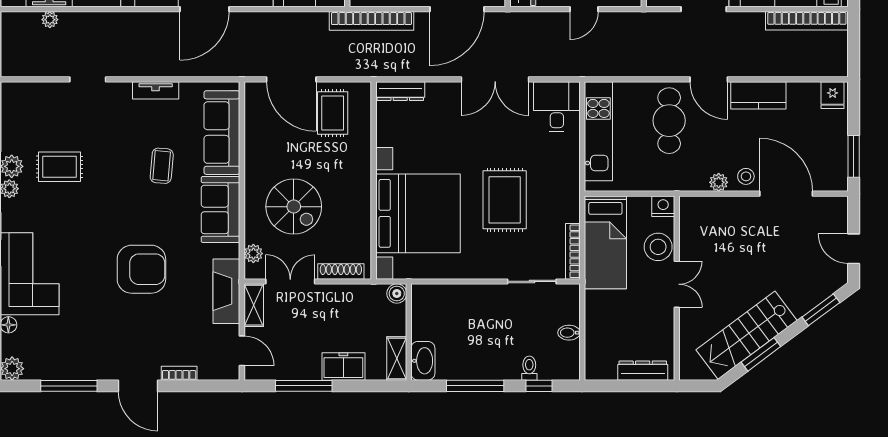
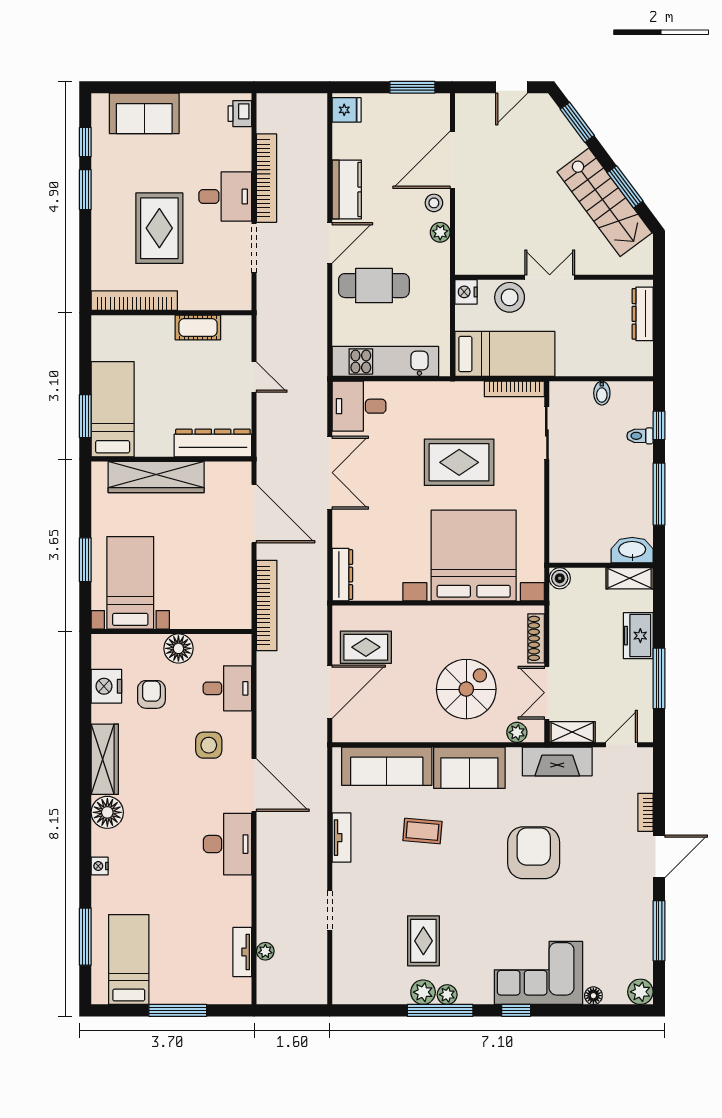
bookcase: (807, 21) -> (266, 178), moved

